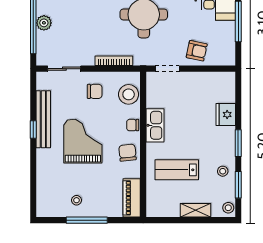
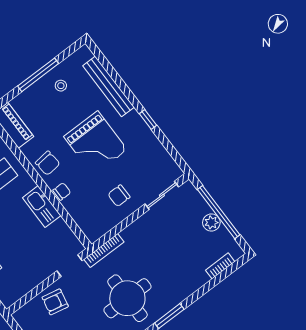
bookcase: (114, 61) -> (104, 251), moved
stool: (129, 94) -> (87, 216), removed
bench: (43, 119) -> (108, 86), moved

